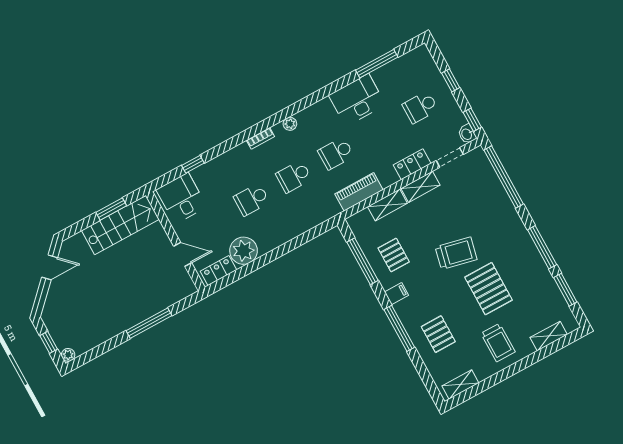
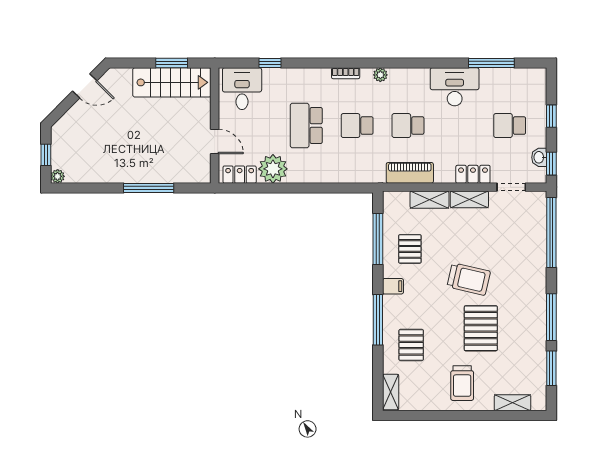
washbasin: (467, 134) -> (539, 157), moved
school desk: (252, 200) -> (306, 126), width x1.85
shelving: (460, 385) -> (391, 392), moved, turned 90

